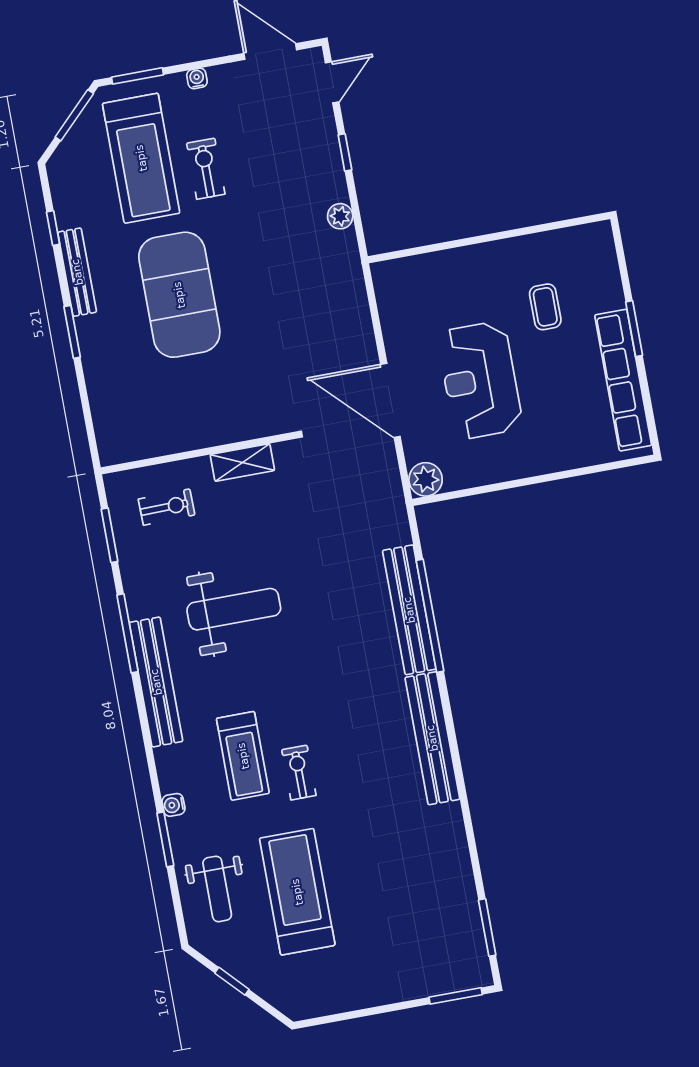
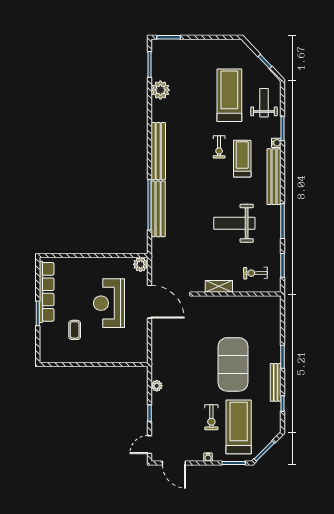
reception desk: (480, 380) -> (109, 303), turned 180
bench: (156, 682) -> (274, 177), moved
plant: (453, 875) -> (160, 90), added
treadmill: (297, 892) -> (229, 95), turned 180

